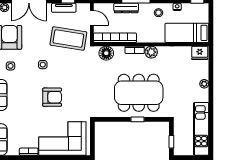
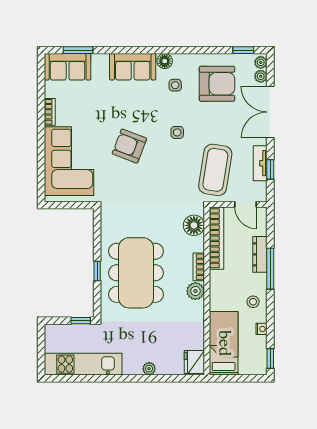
door: (92, 18) -> (246, 204), hinge flipped
armchair: (52, 97) -> (129, 146), turned 111
window: (171, 142) -> (81, 321), moved

